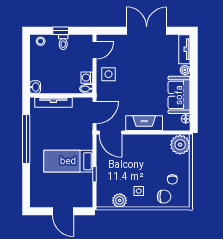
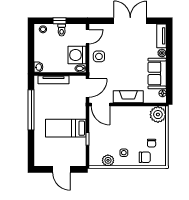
washing machine: (87, 78) -> (77, 55), width x1.89, depth x1.89

